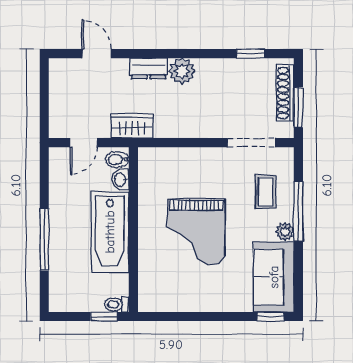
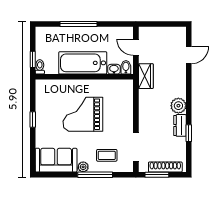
window: (251, 54) -> (189, 133), moved
dresser: (149, 68) -> (180, 125), moved
window: (271, 316) -> (33, 120), moved

